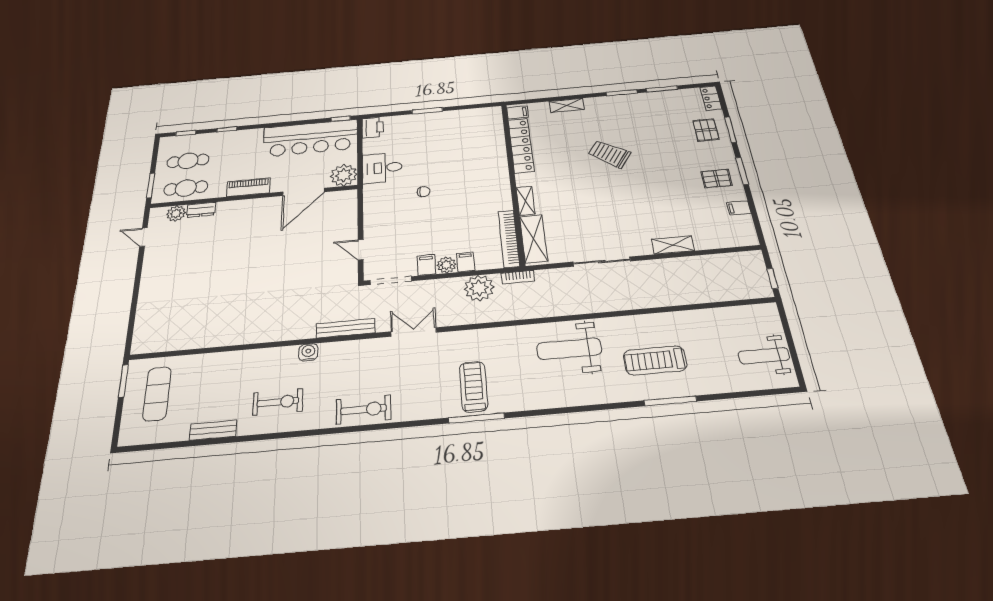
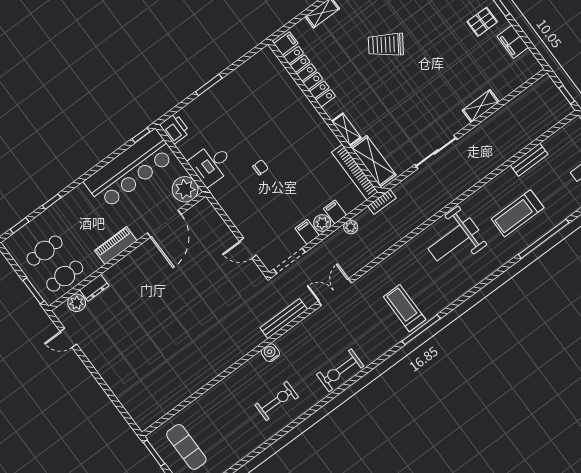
filing cabinet: (739, 208) -> (513, 42), width x2.00
plant: (479, 288) -> (351, 227), width x0.53, depth x0.53
window: (670, 401) -> (544, 239), width x1.46
exercise bike: (364, 410) -> (340, 370), turned 180
bench: (213, 430) -> (529, 160), moved

